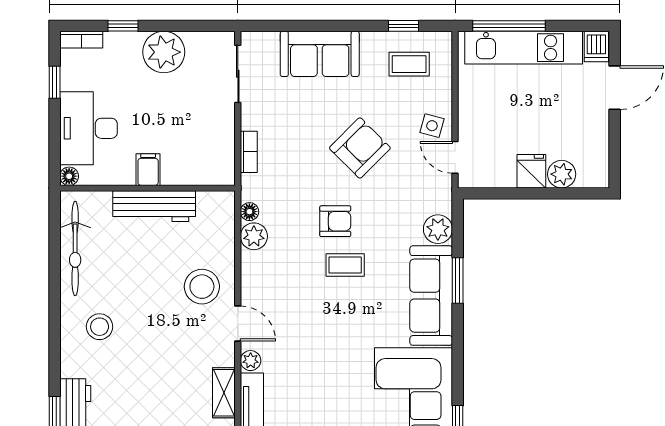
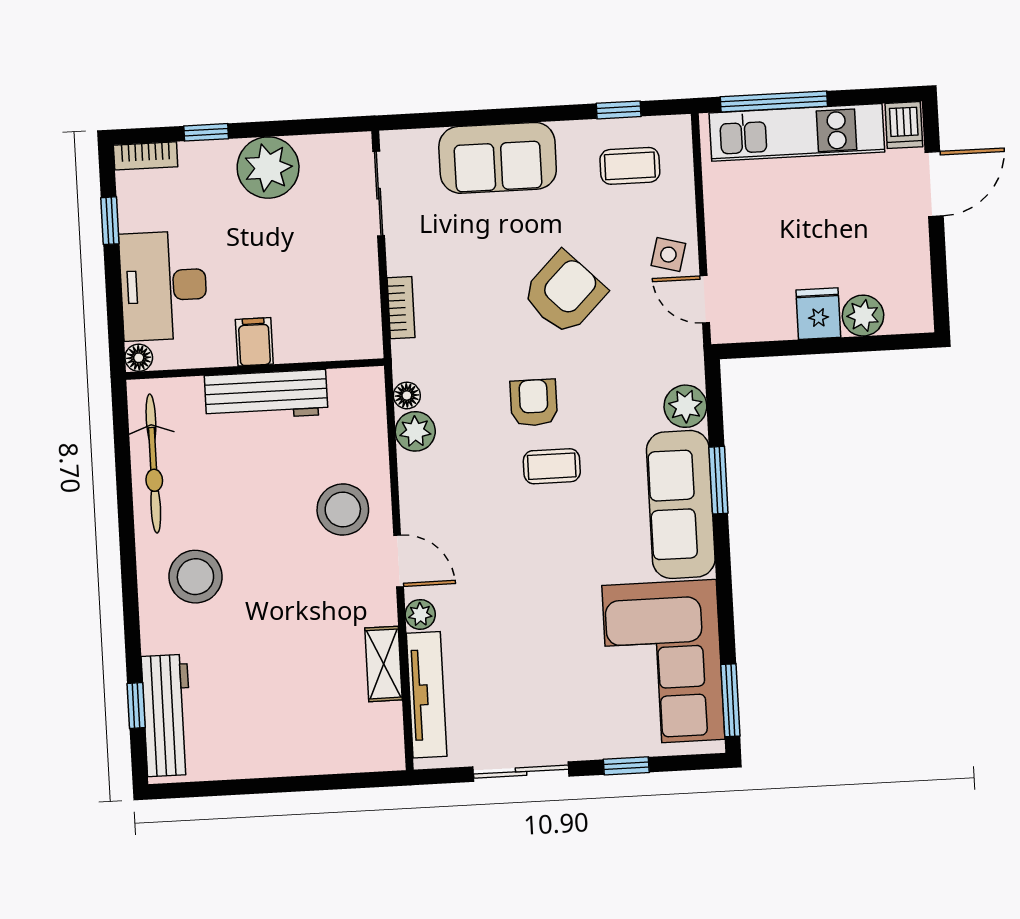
armchair: (335, 221) -> (534, 403), turned -90
stool: (100, 327) -> (195, 577), width x1.38, depth x1.38

